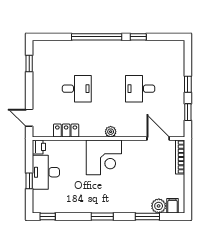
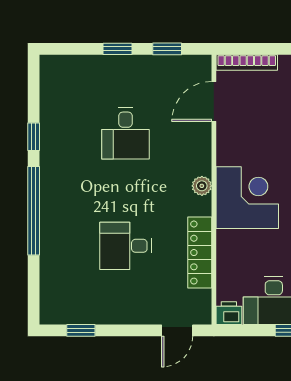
desk: (77, 89) -> (125, 246), turned -90
locker: (66, 131) -> (200, 253), width x1.53

